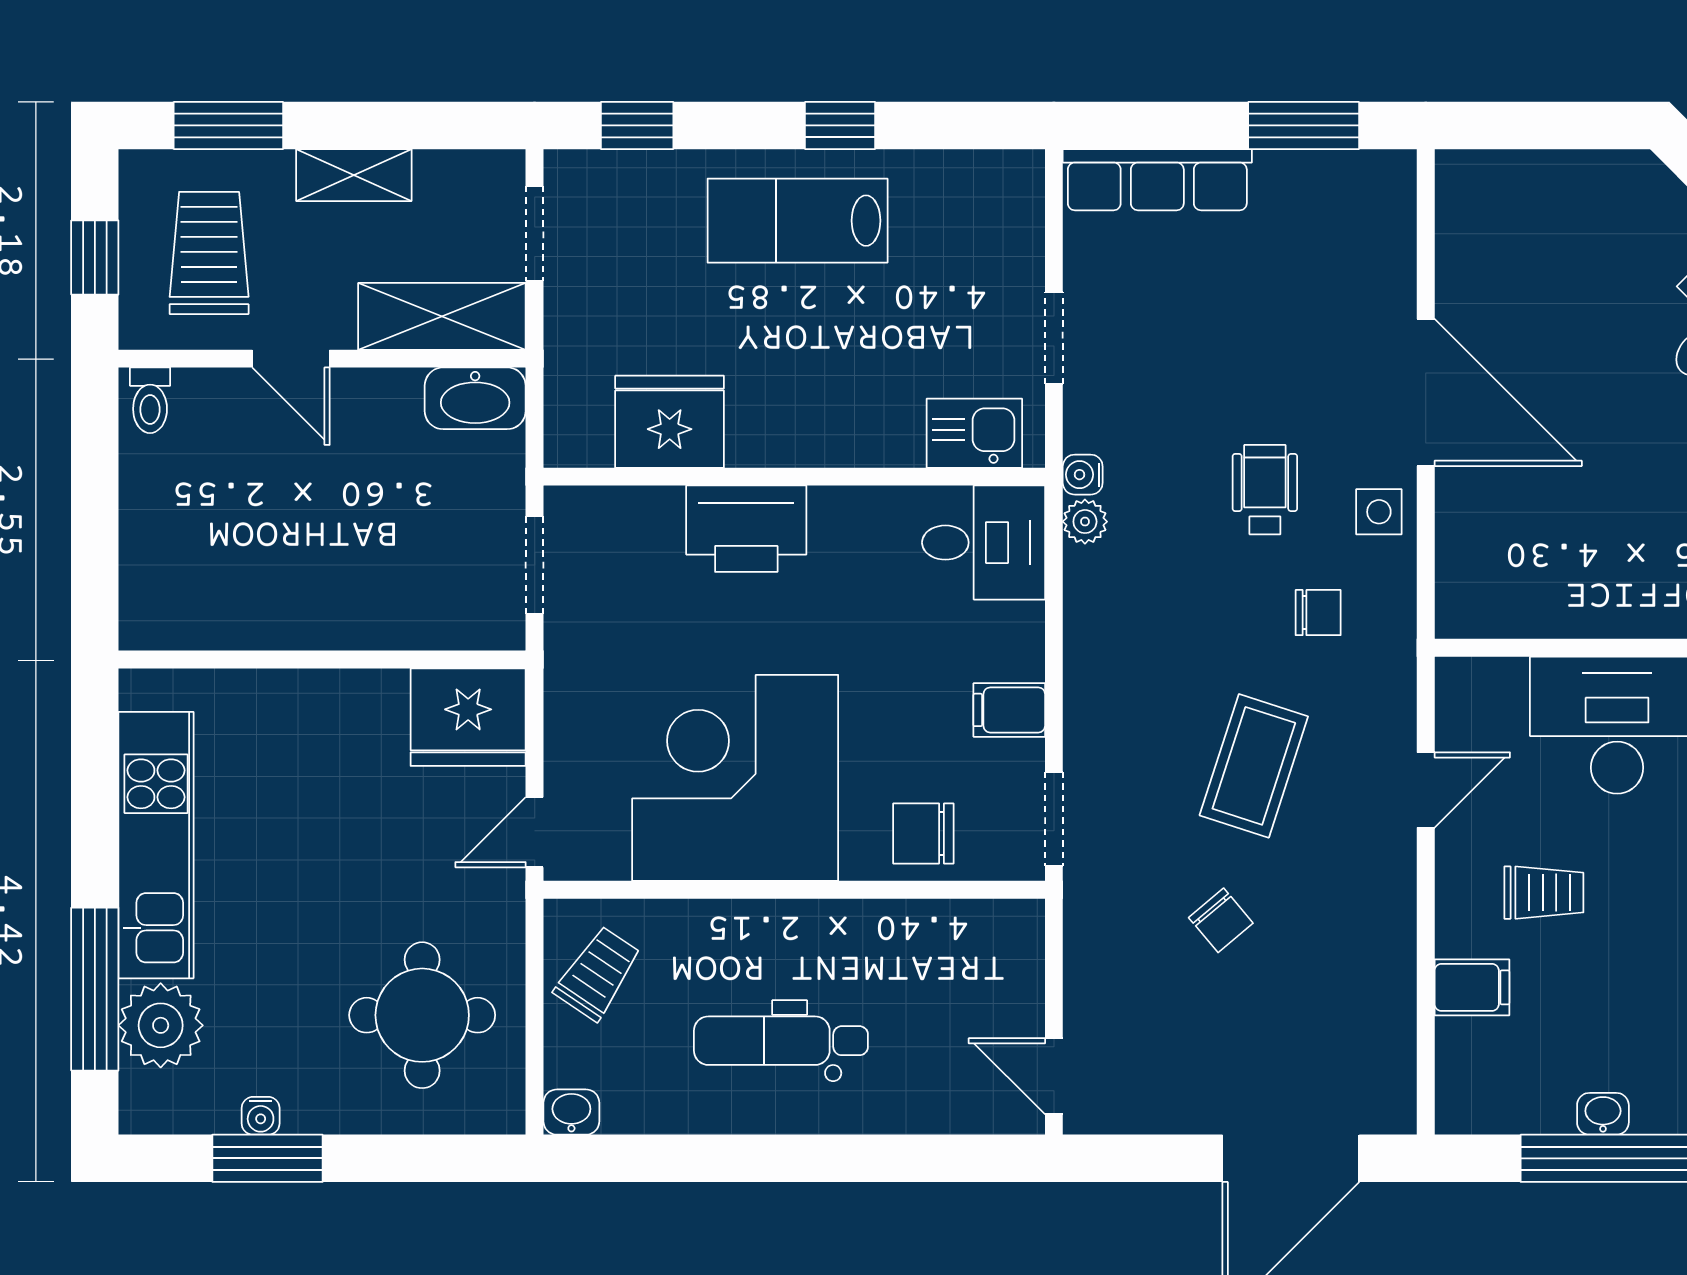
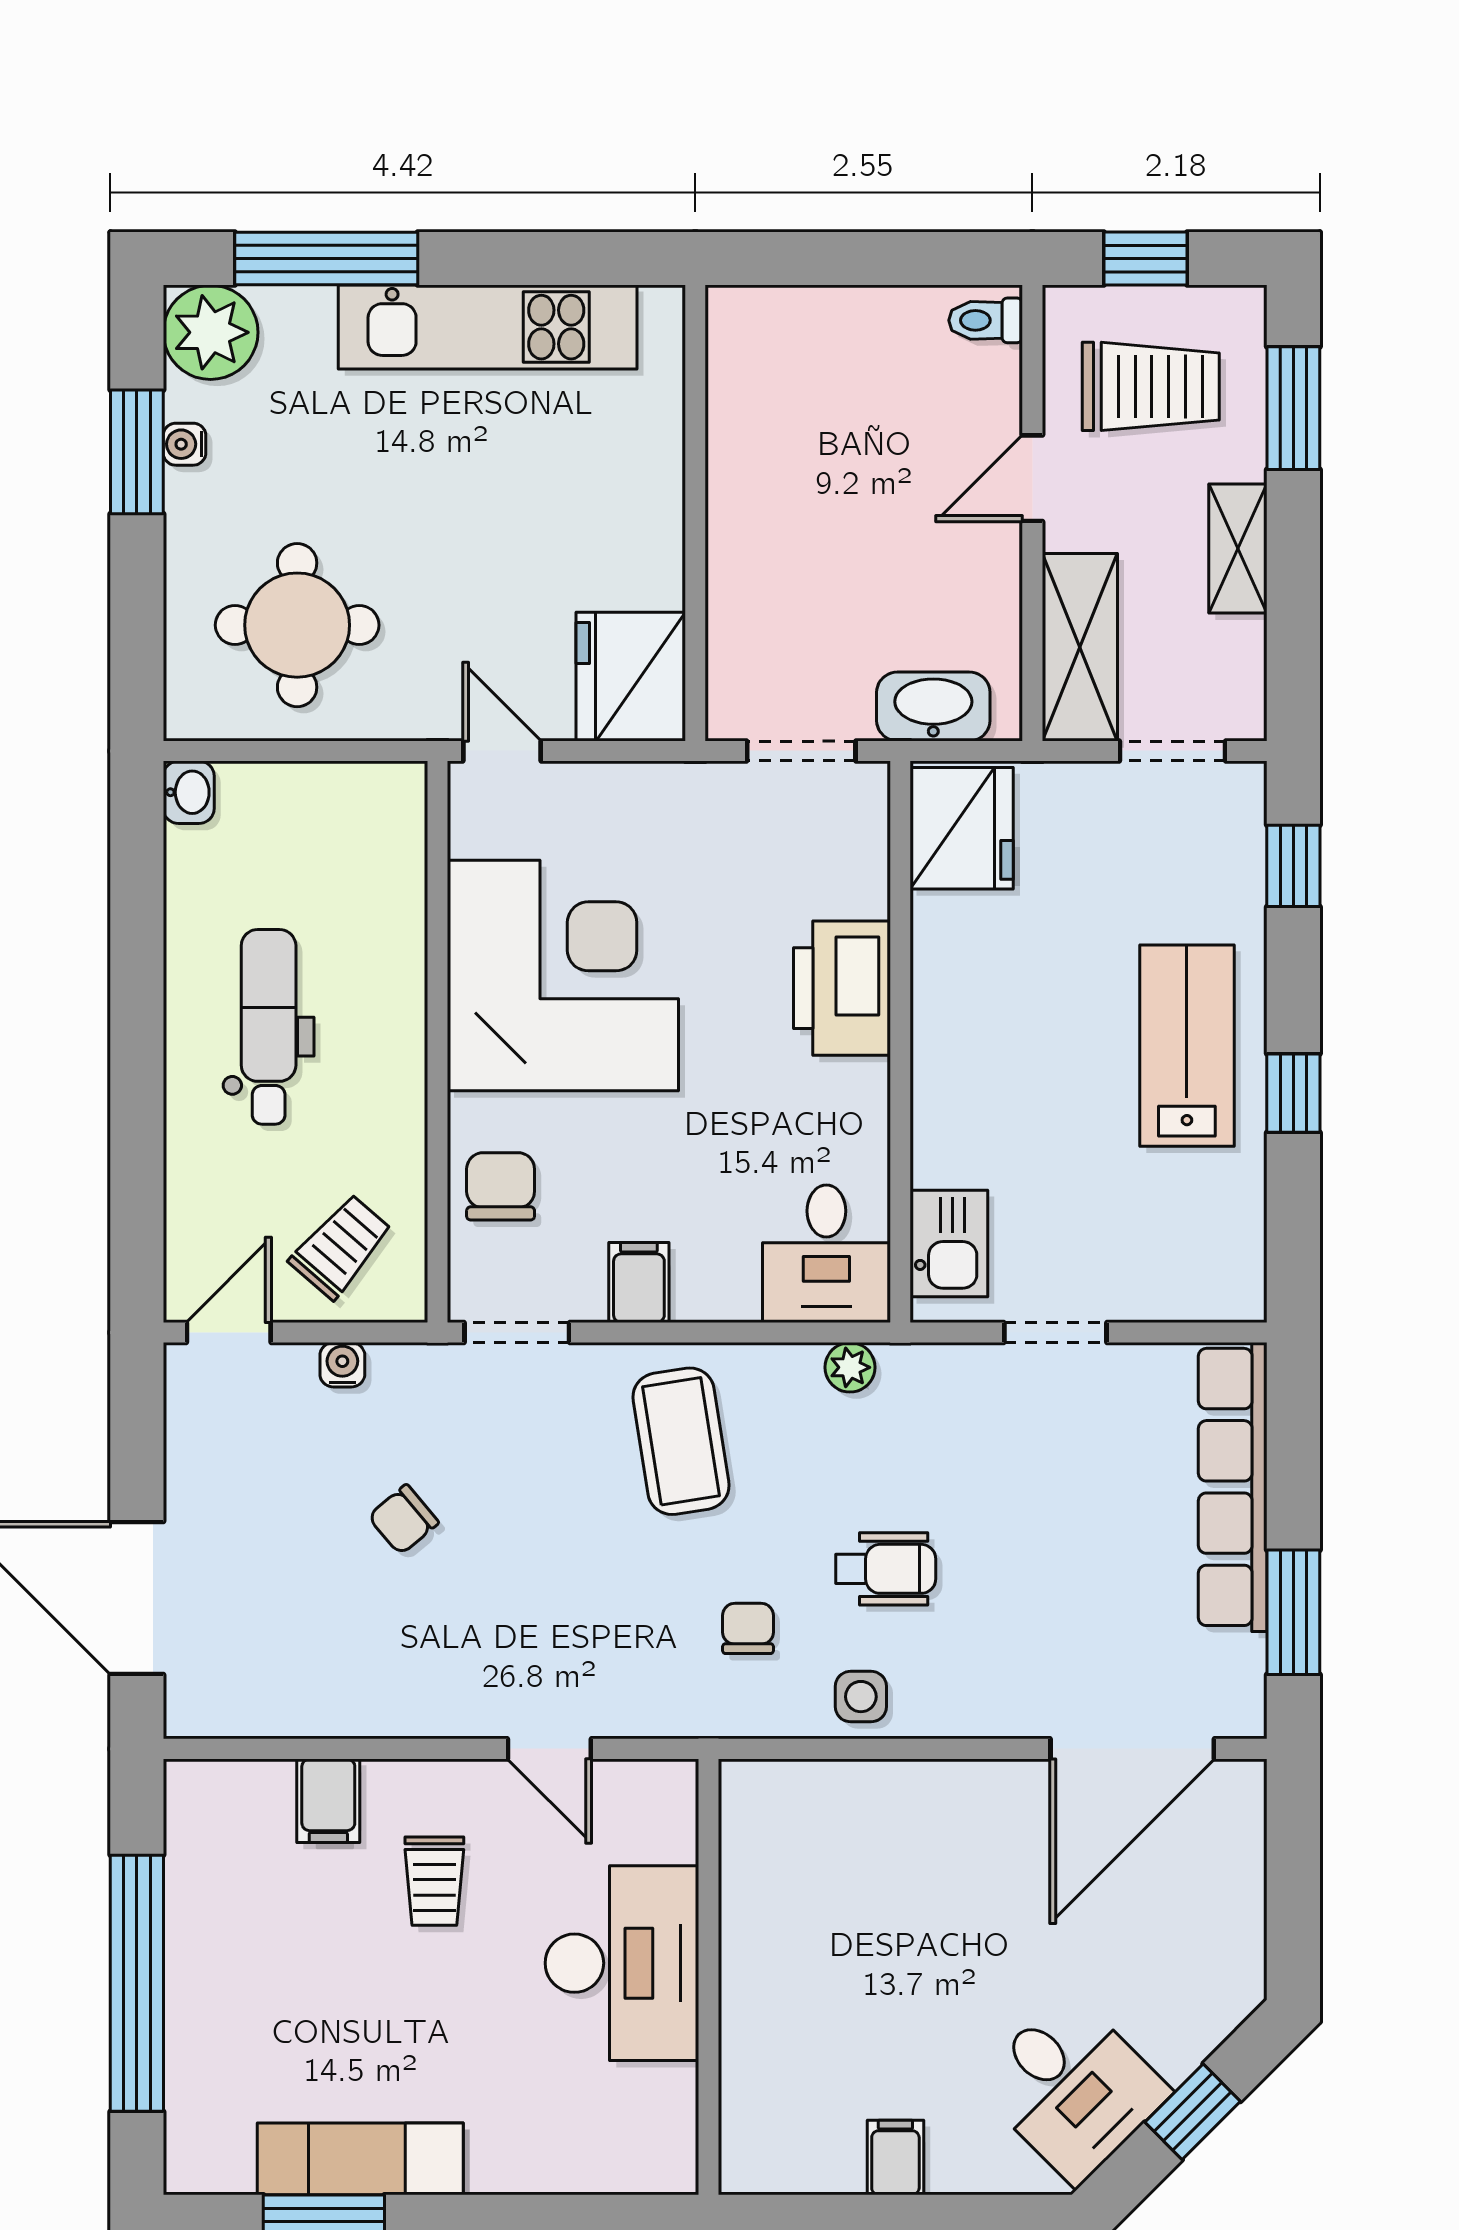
row of seats: (1157, 180) -> (1233, 1487), width x1.36
door: (1426, 392) -> (1132, 1749), moved
washbasin: (475, 398) -> (933, 706), moved, turned 90
fridge: (670, 422) -> (962, 828), moved
water cooler: (1083, 475) -> (342, 1365), moved
chair: (1318, 613) -> (748, 1628), turned 180
coffee table: (1254, 766) -> (681, 1441), moved, turned 63
trolley: (598, 973) -> (341, 1246), moved, turned -83
plant: (161, 1025) -> (211, 332), moved
washbasin: (1603, 1114) -> (187, 1947), removed

